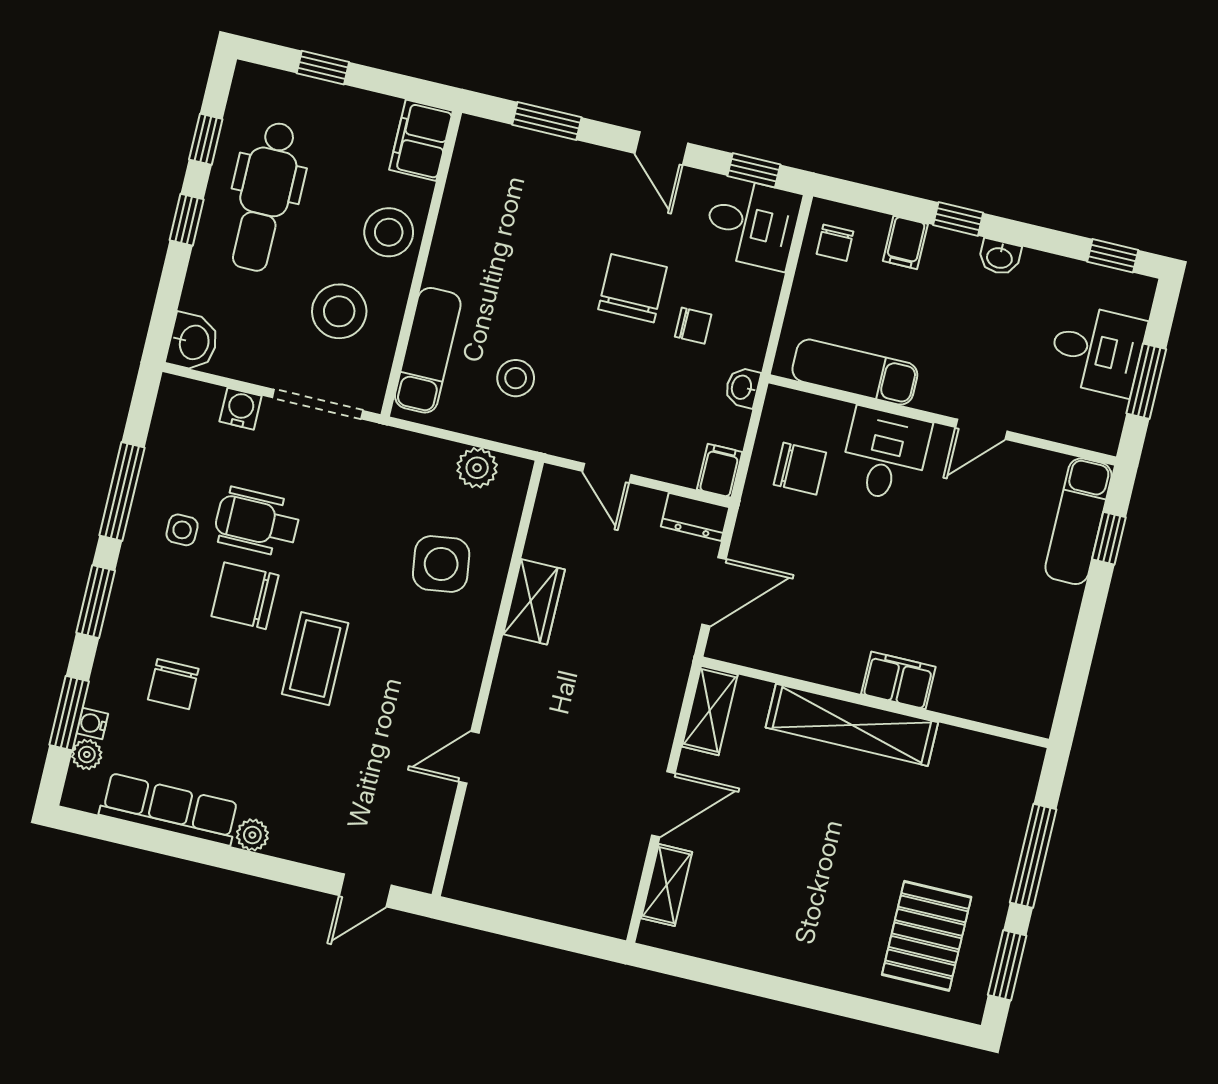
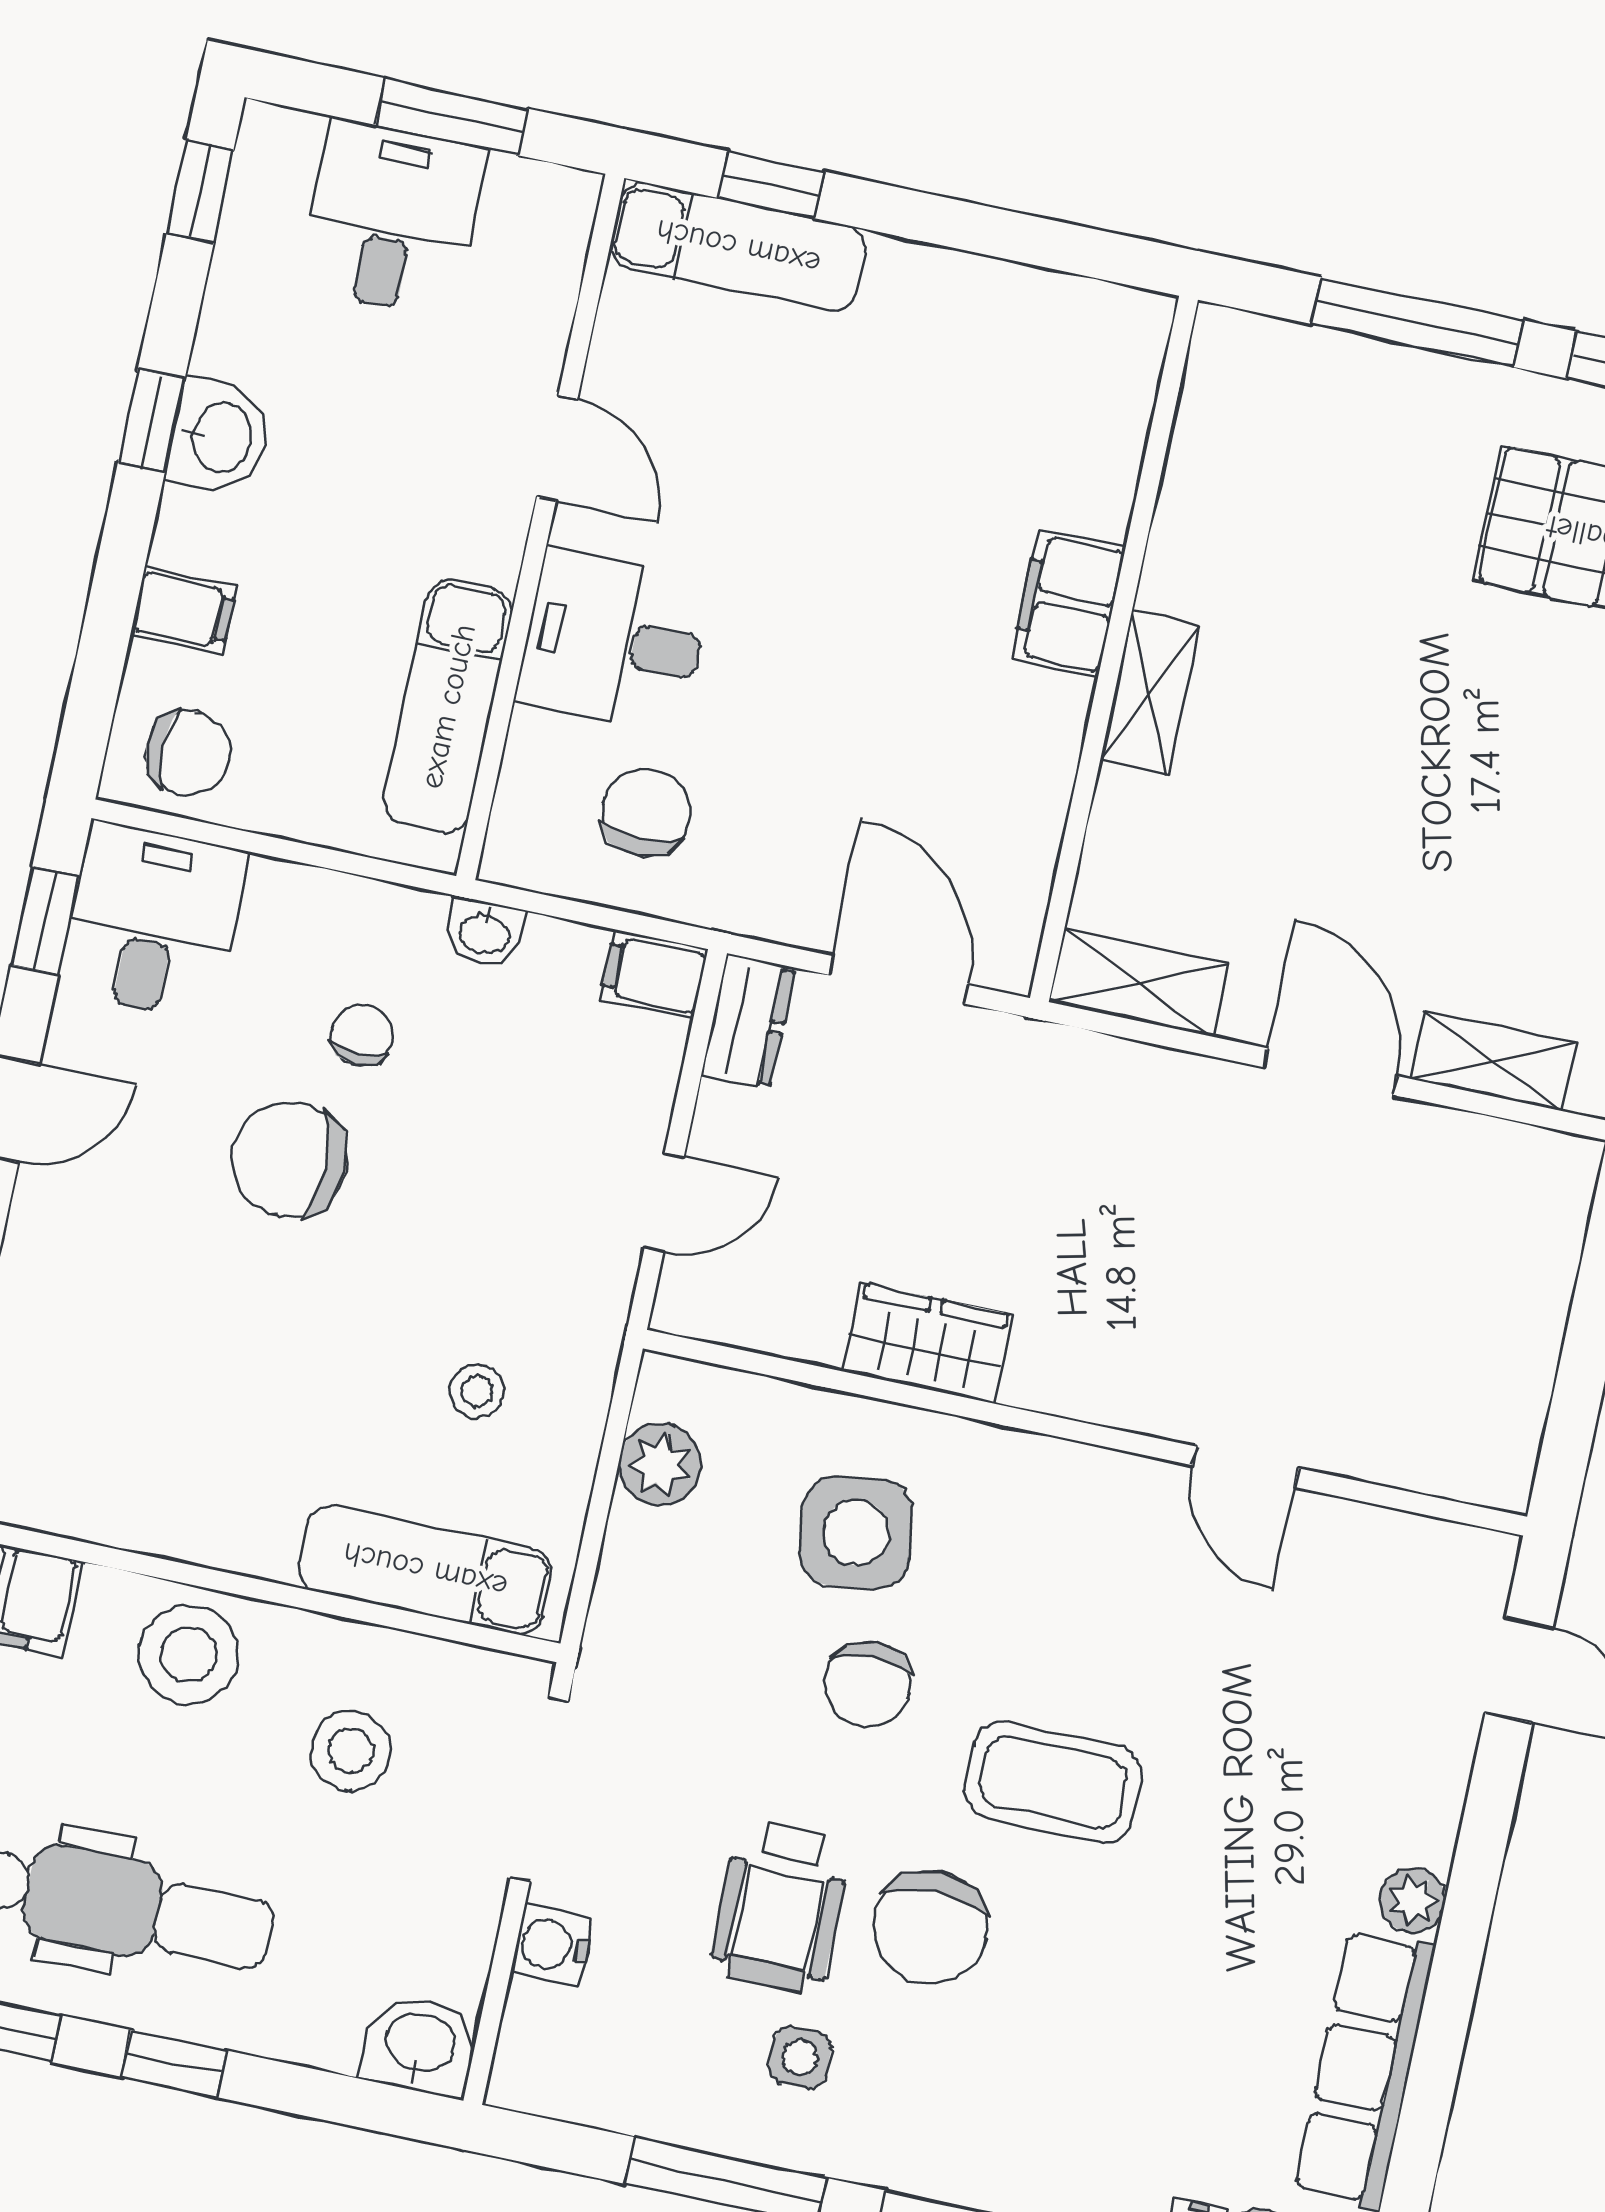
window: (958, 219) -> (151, 420), moved
chair: (835, 243) -> (188, 753), width x1.37, depth x1.37
washbasin: (1000, 257) -> (219, 437), width x1.38, depth x1.45
stool: (339, 311) -> (351, 1751), width x0.73, depth x0.73
stool: (516, 378) -> (477, 1391), width x0.73, depth x0.73
chair: (173, 684) -> (868, 1684), moved, turned 90
shelving: (852, 725) -> (1150, 692), width x0.45, depth x0.75

